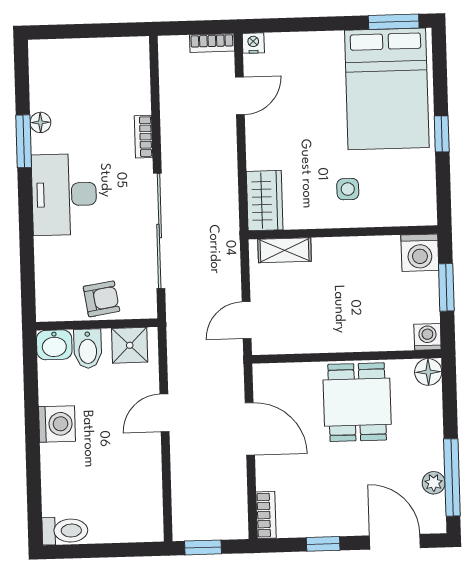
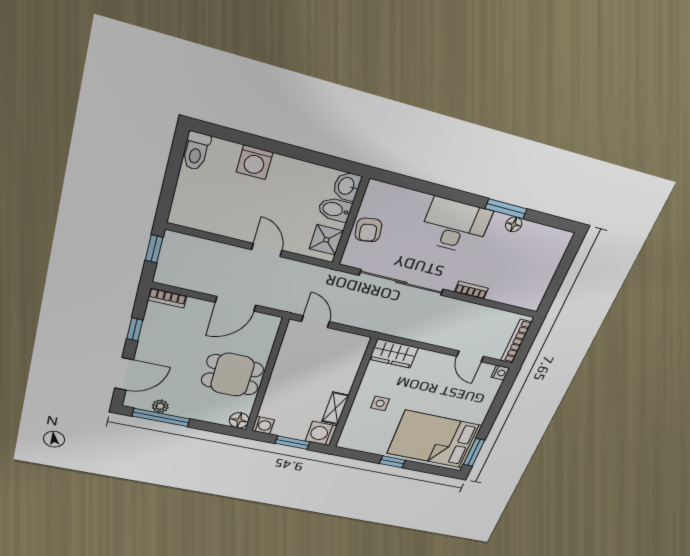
bookcase: (212, 43) -> (516, 341), width x1.56
shelving: (285, 250) -> (335, 408), moved
washing machine: (57, 424) -> (255, 162), moved

